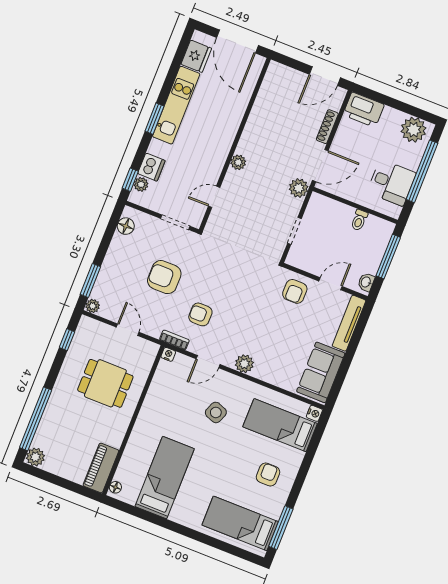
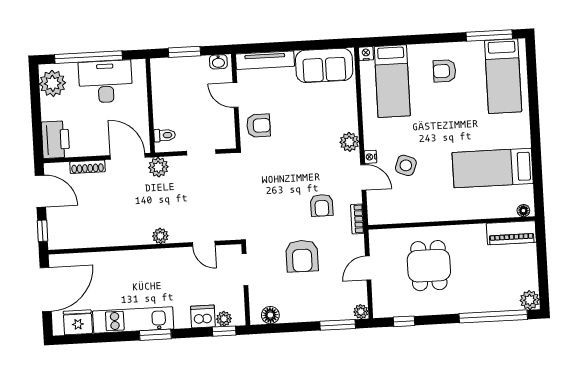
window: (290, 62) -> (42, 231), added
desk: (391, 183) -> (106, 82), width x1.37
toilet: (359, 220) -> (165, 135), moved
window: (388, 257) -> (184, 52), width x0.69
nightstand: (168, 354) -> (370, 157), moved
side table: (216, 412) -> (406, 165), moved

